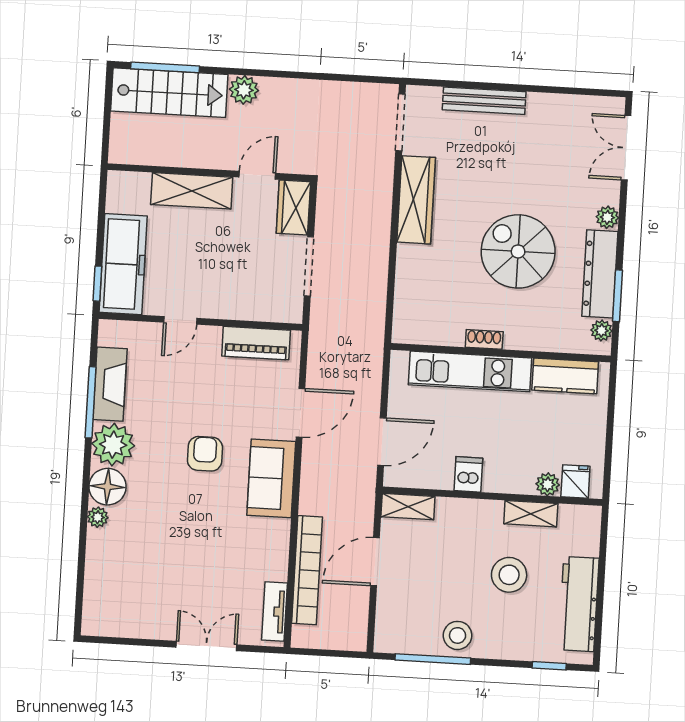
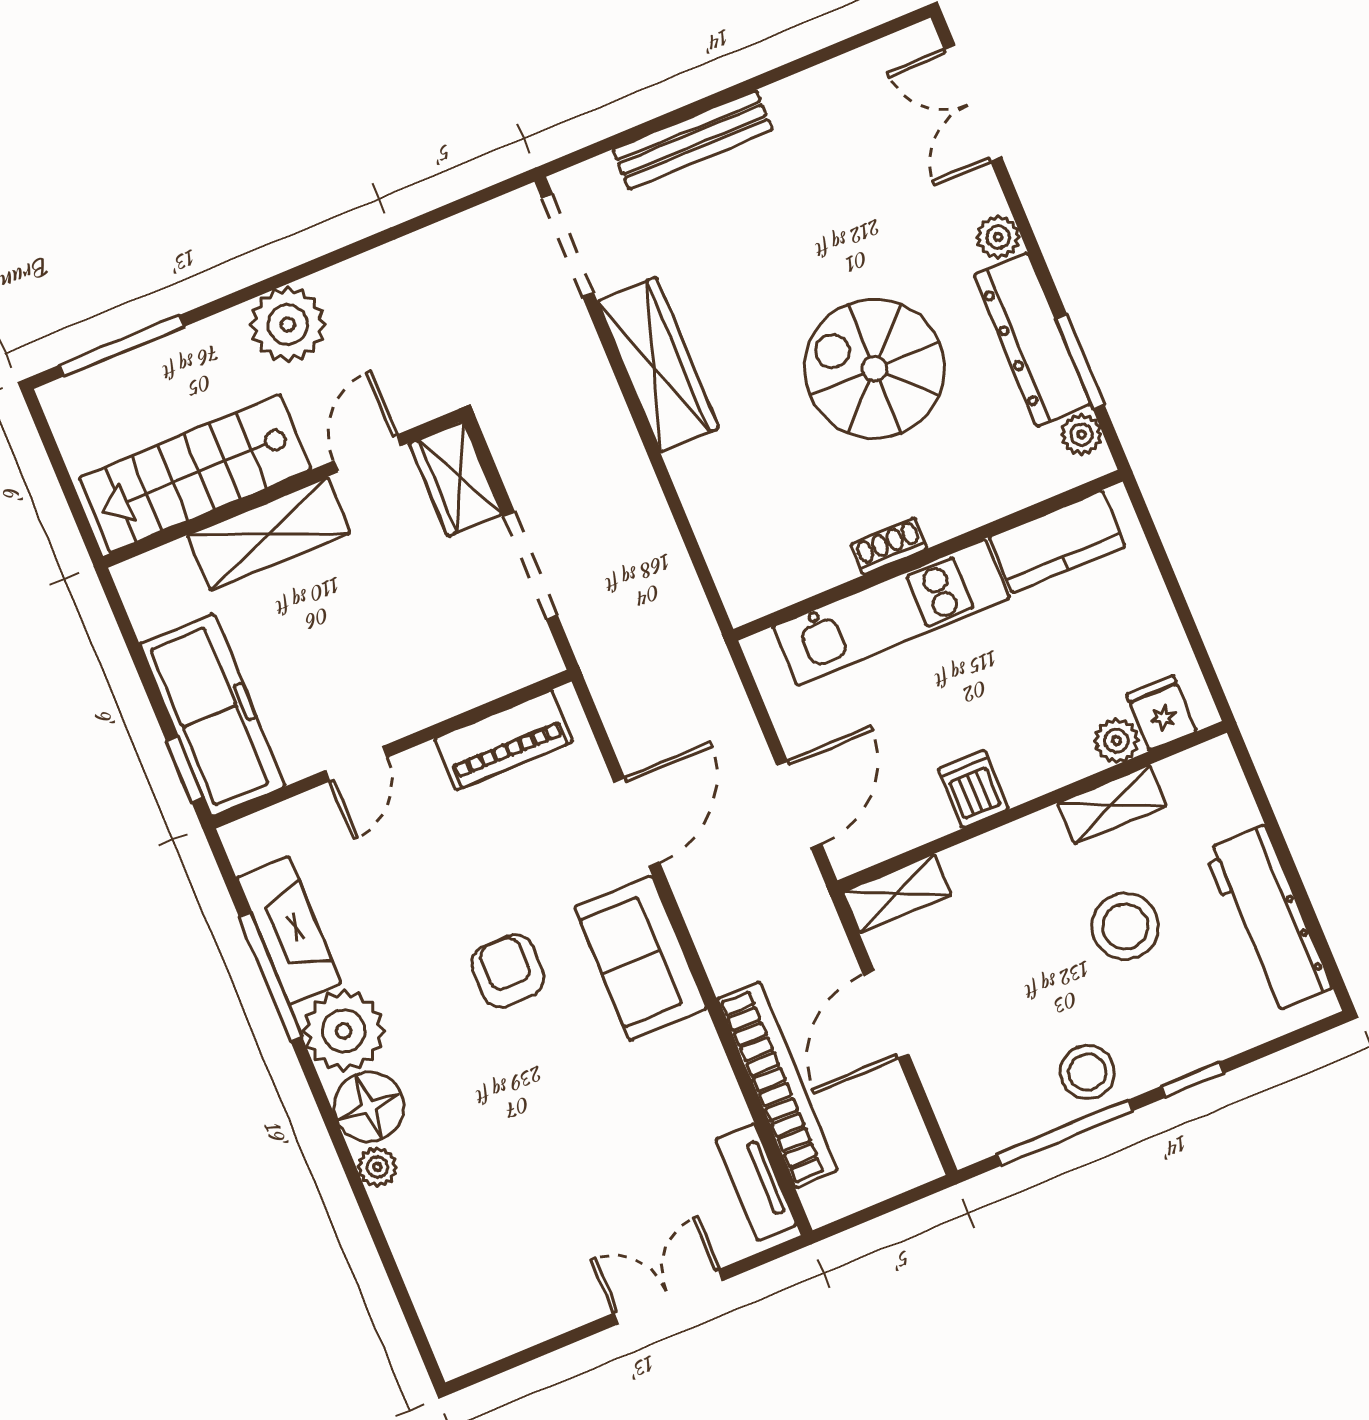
plant: (244, 90) -> (288, 325), width x1.36, depth x1.36
stairs: (169, 93) -> (195, 474), moved, turned 180
window: (549, 666) -> (1193, 1080), moved

